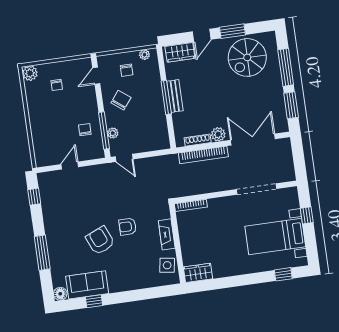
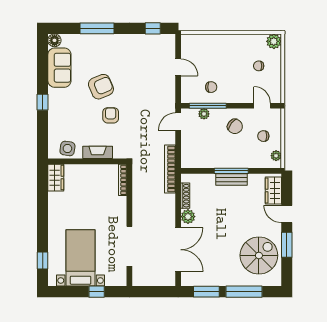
spiral stairs: (247, 57) -> (259, 255), turned 90
bookcase: (203, 155) -> (170, 169), moved
window: (94, 301) -> (43, 102), moved

